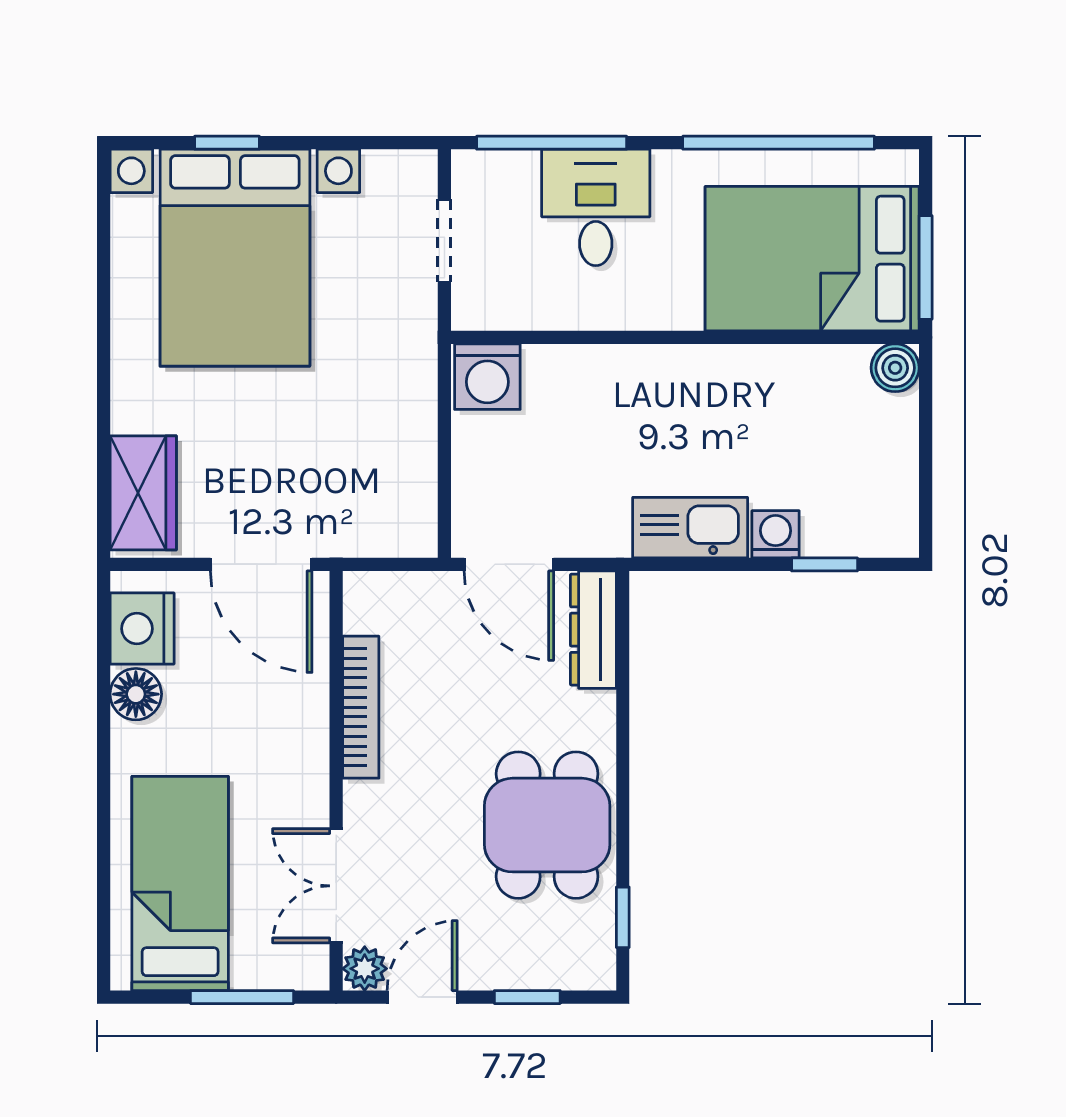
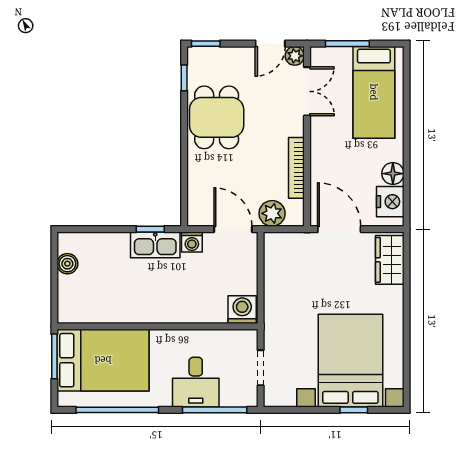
boiler: (895, 368) -> (67, 264), moved
washing machine: (776, 534) -> (192, 242), moved
window: (825, 564) -> (150, 229), moved
plant: (418, 601) -> (272, 213), added
dresser: (593, 630) -> (197, 201), removed
window: (527, 997) -> (206, 44), moved

